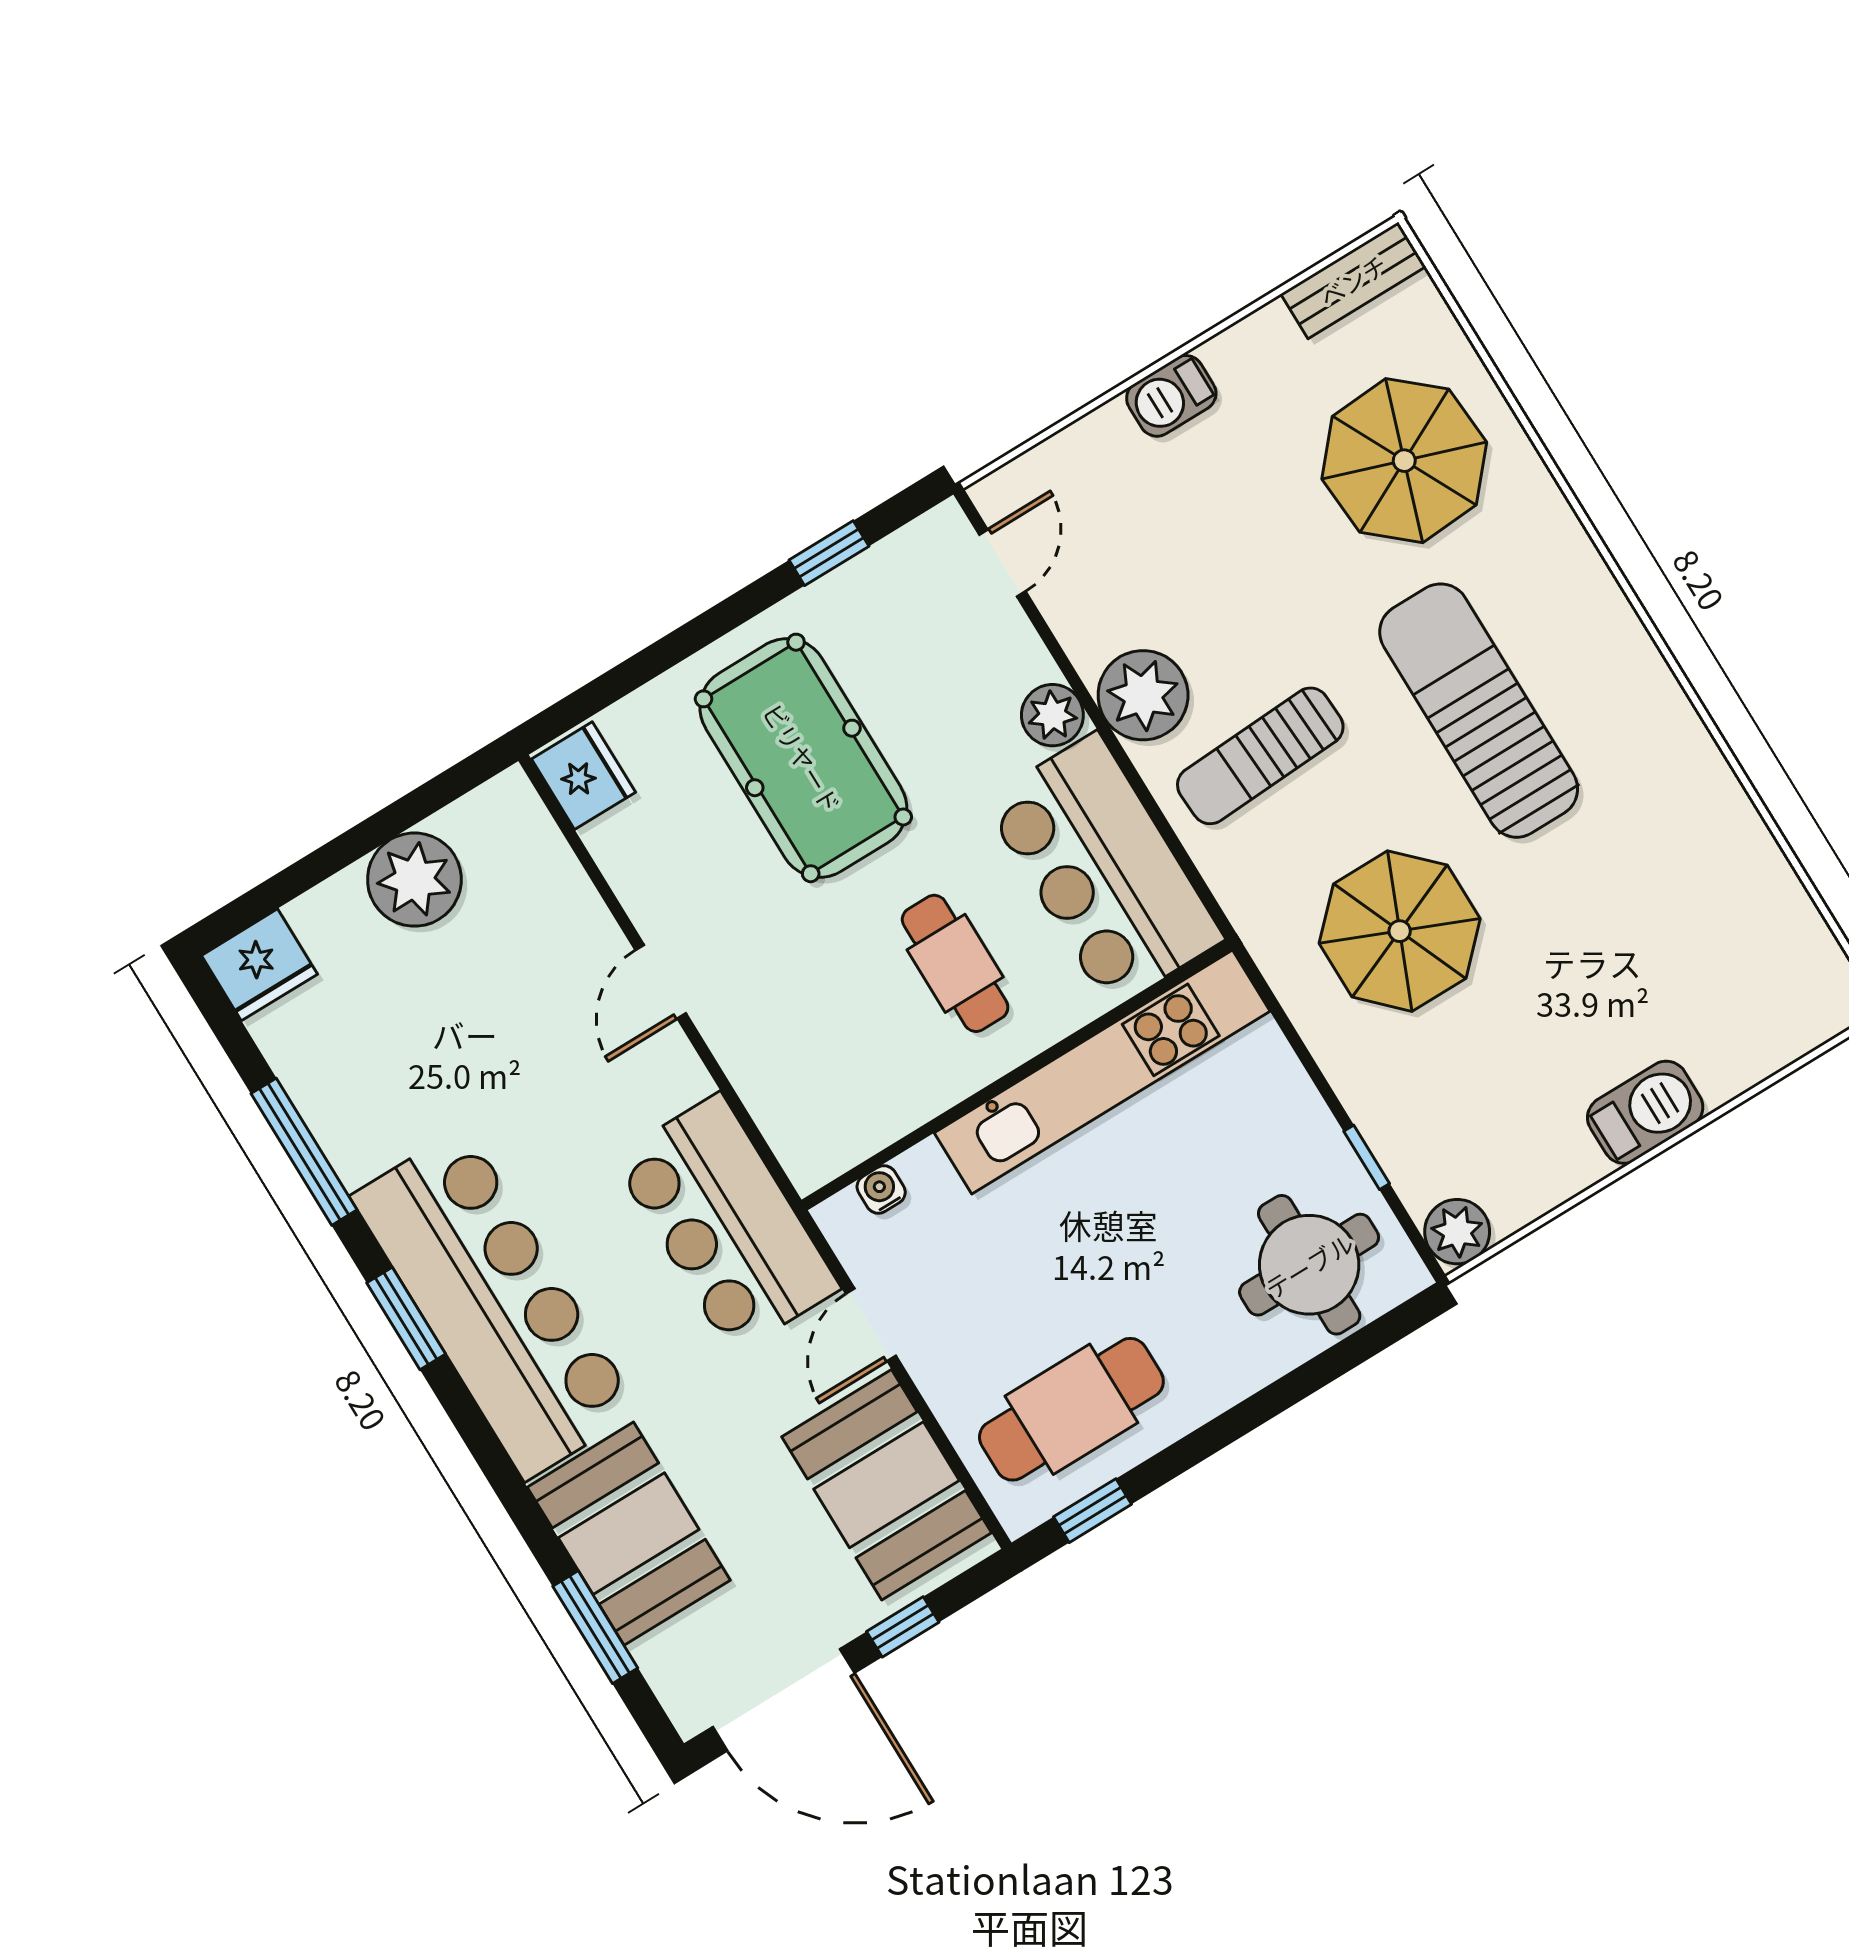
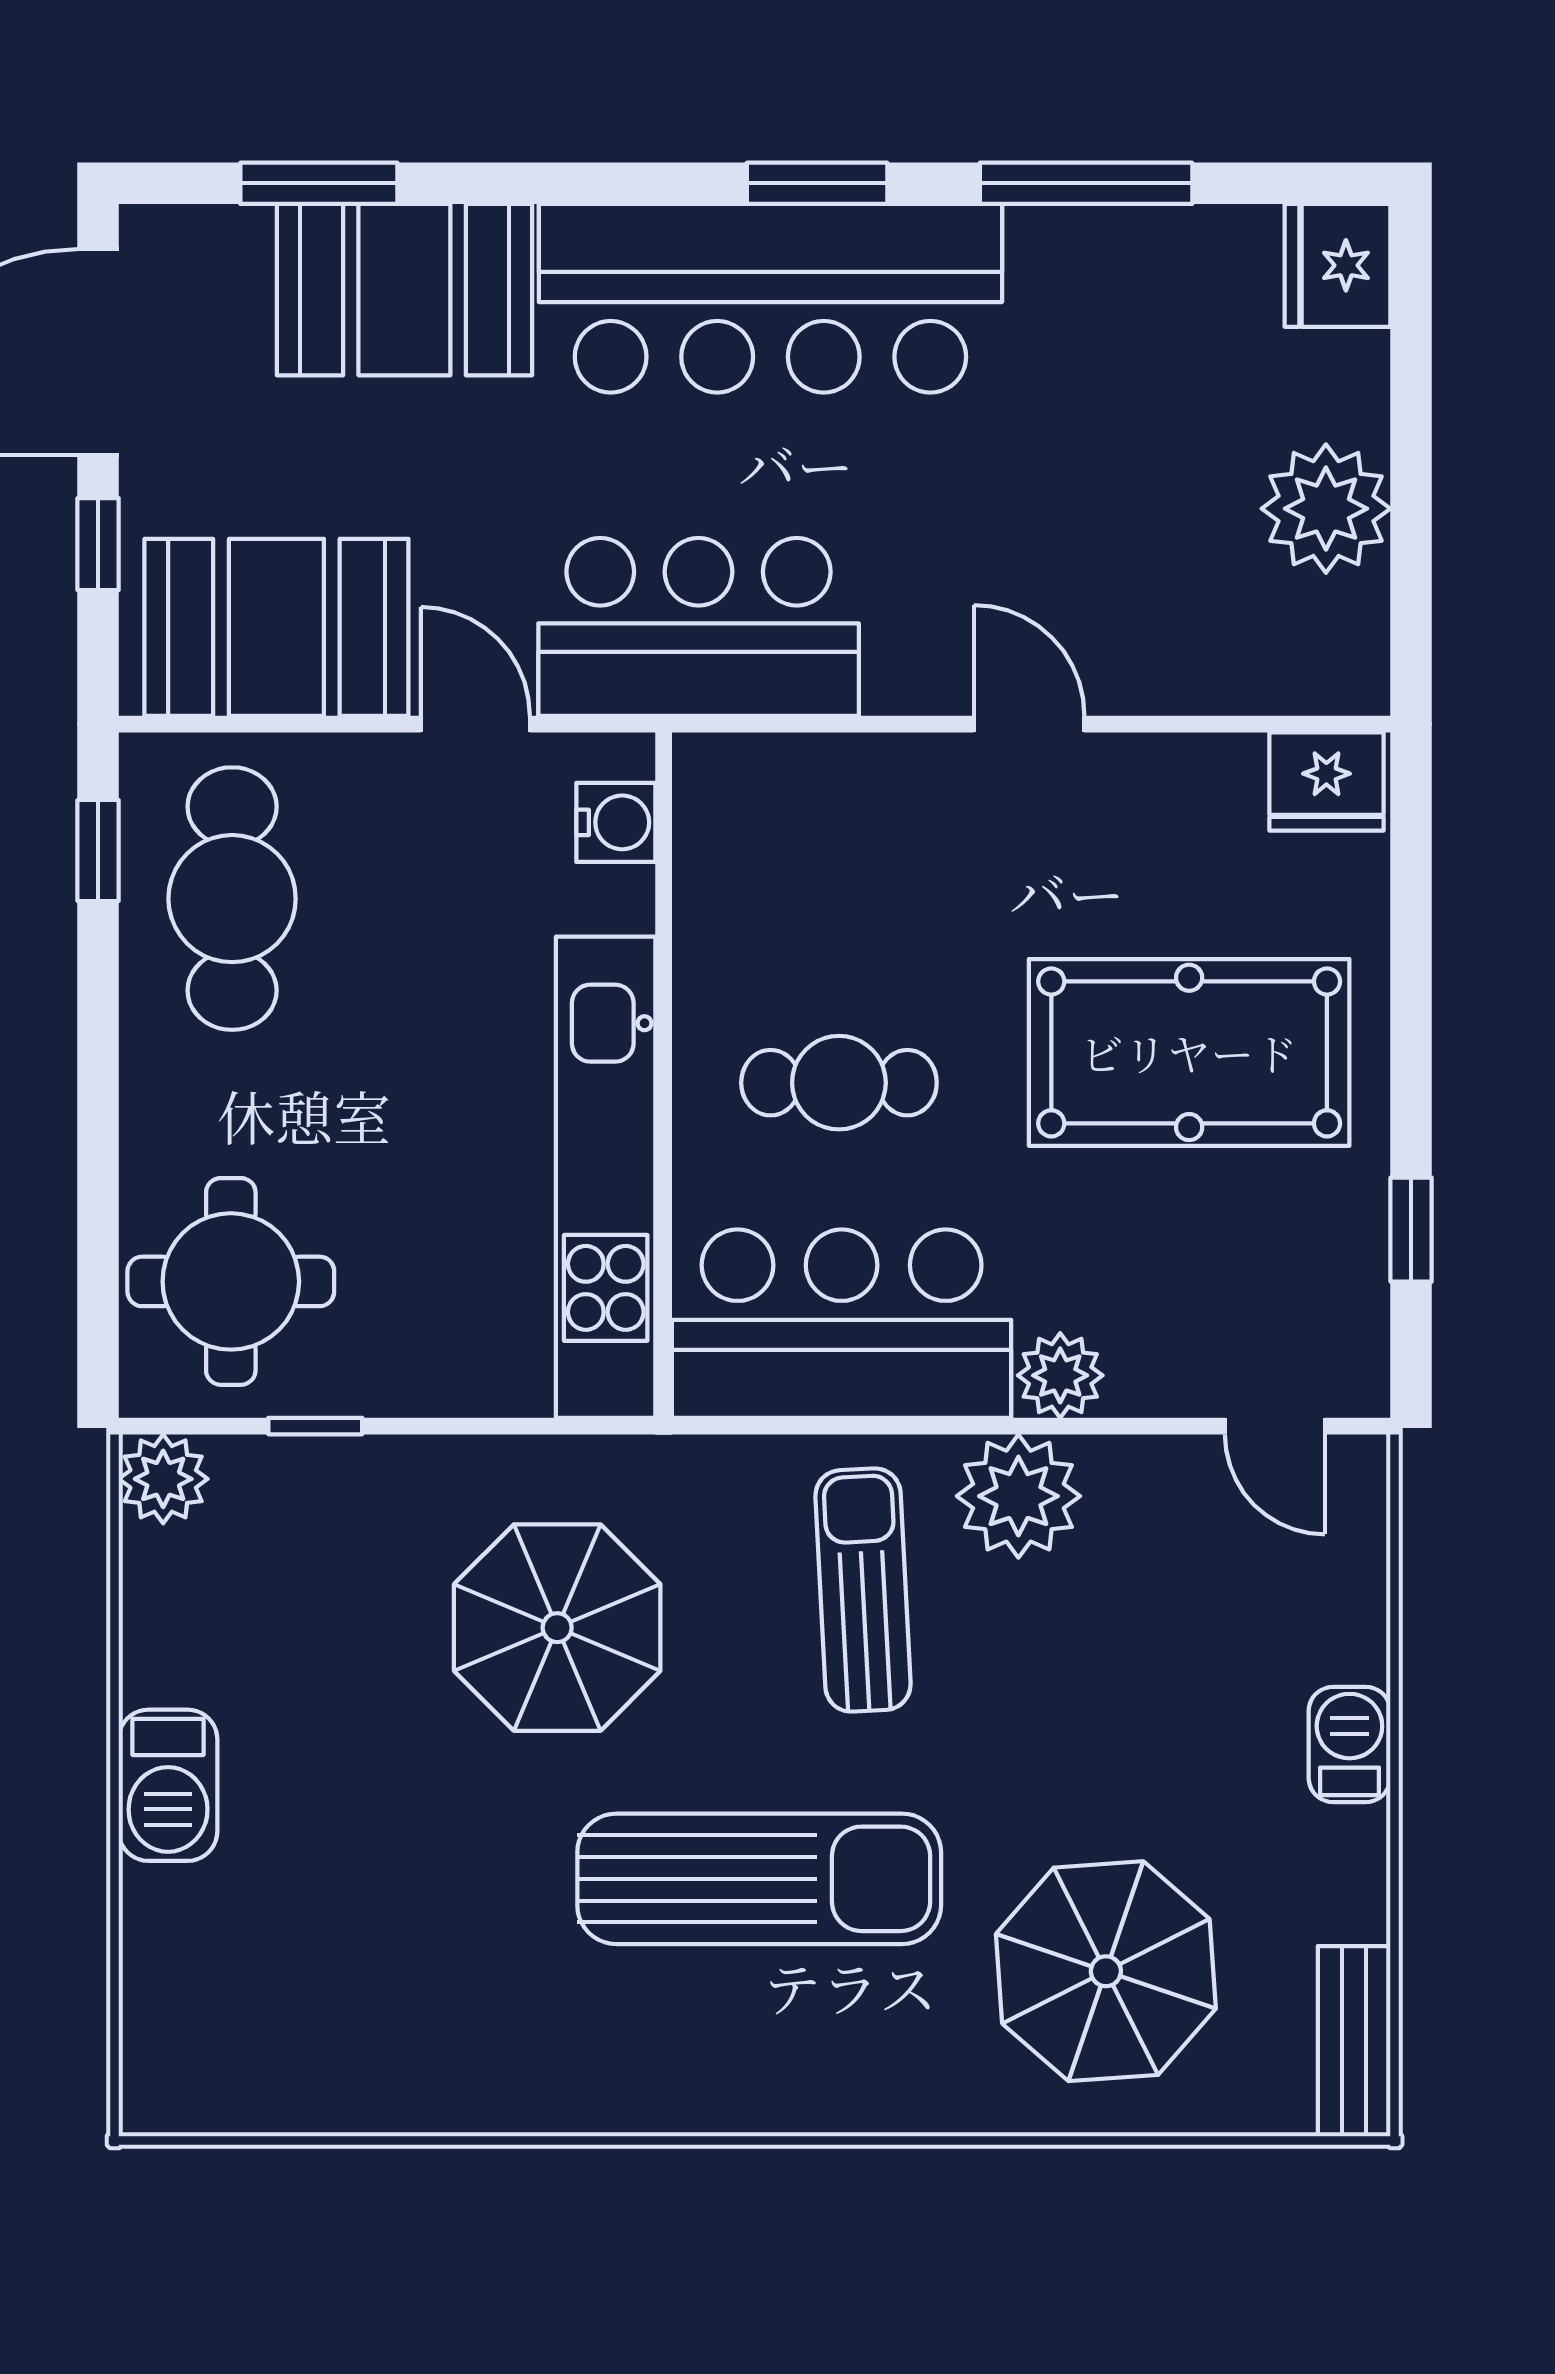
water cooler: (881, 1190) -> (616, 822), width x1.38, depth x1.38

